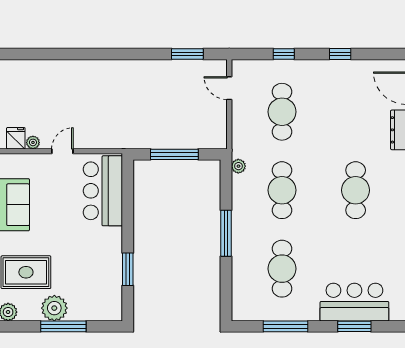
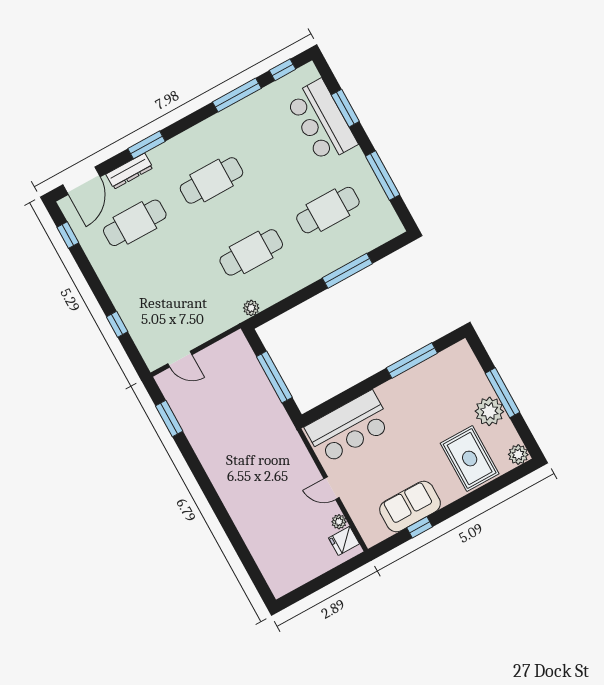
window: (340, 54) -> (68, 235), moved
door: (229, 88) -> (180, 359), hinge flipped
cafe table: (282, 112) -> (135, 223), moved
window: (226, 233) -> (347, 271), moved
window: (128, 269) -> (412, 361), width x1.44

